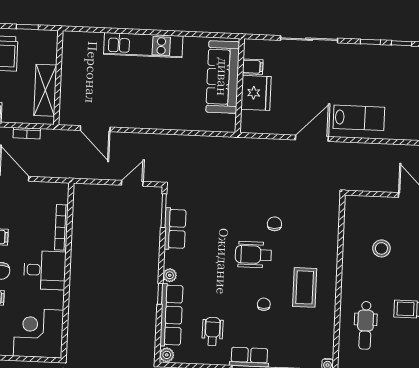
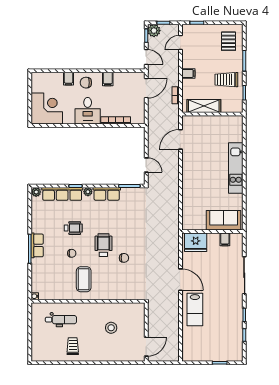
sofa: (223, 77) -> (224, 220), width x0.73
fridge: (256, 93) -> (196, 242), moved
row of seats: (175, 229) -> (107, 194), moved
coffee table: (305, 287) -> (84, 279), turned 90
dental chair: (365, 325) -> (61, 320), turned 180
wheelchair: (213, 331) -> (73, 228), moved

